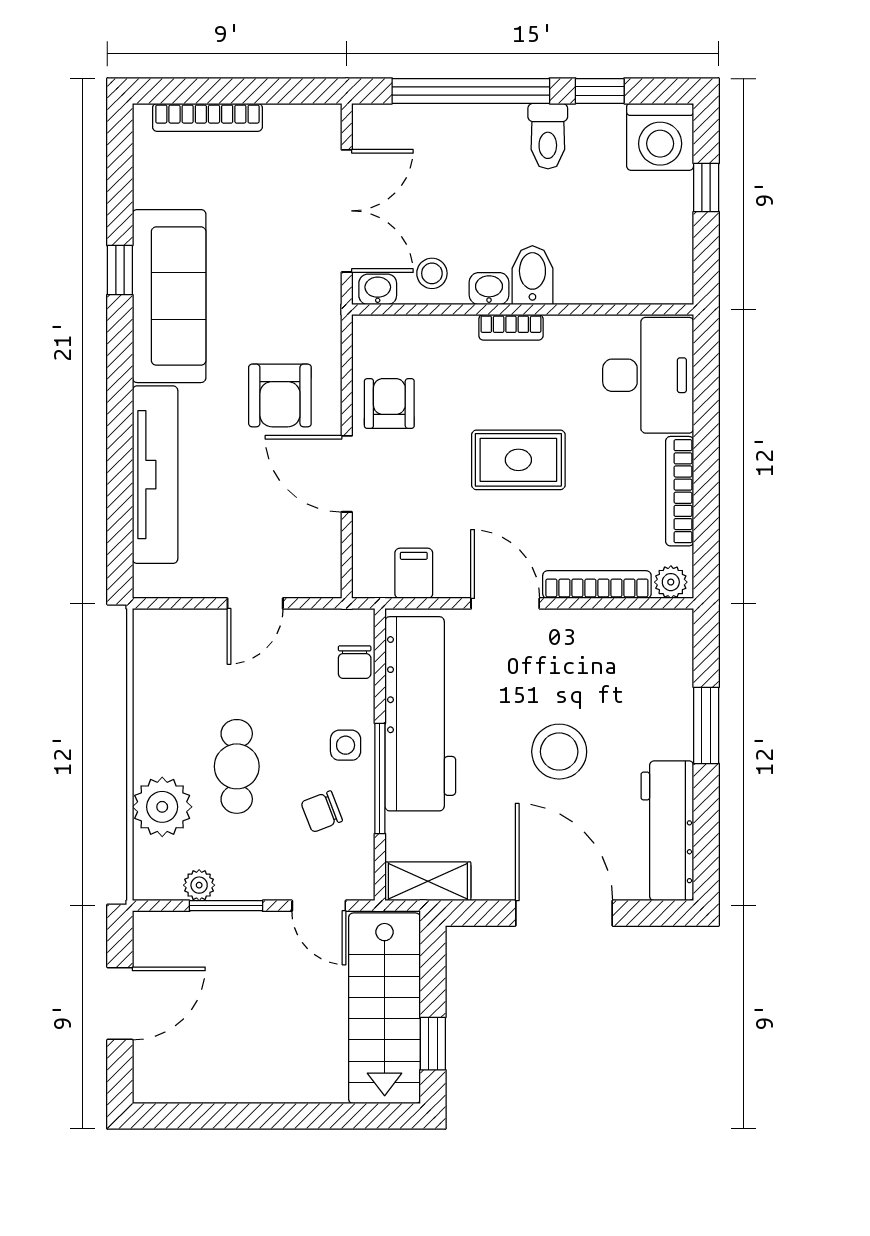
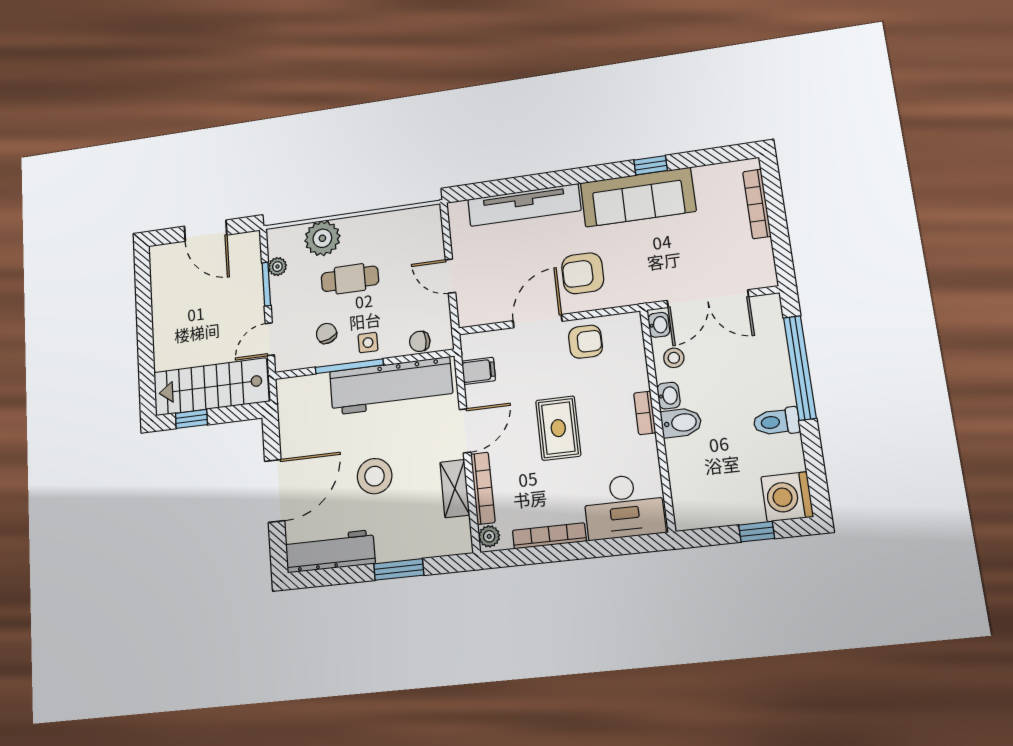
window: (600, 91) -> (813, 453), removed
shelving: (428, 881) -> (455, 489), moved

